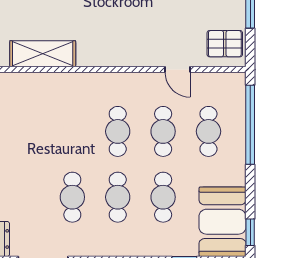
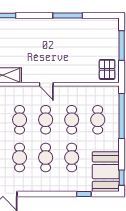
pallet: (225, 44) -> (107, 69), turned 90
door: (178, 69) -> (46, 84), moved
cafe table: (72, 131) -> (20, 120), added

